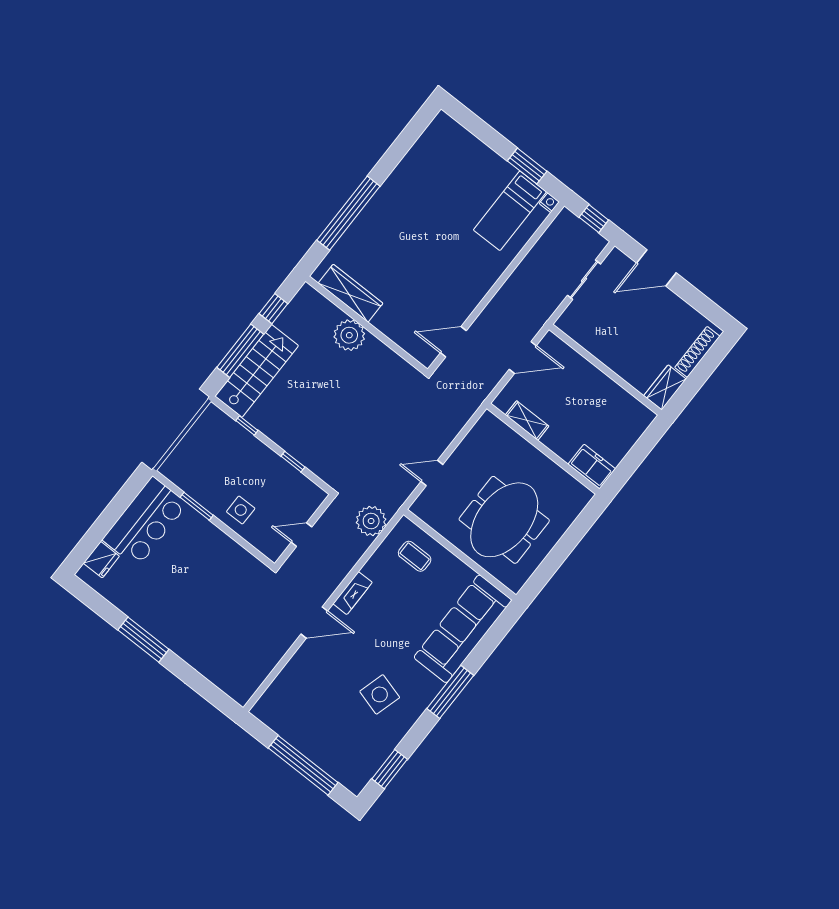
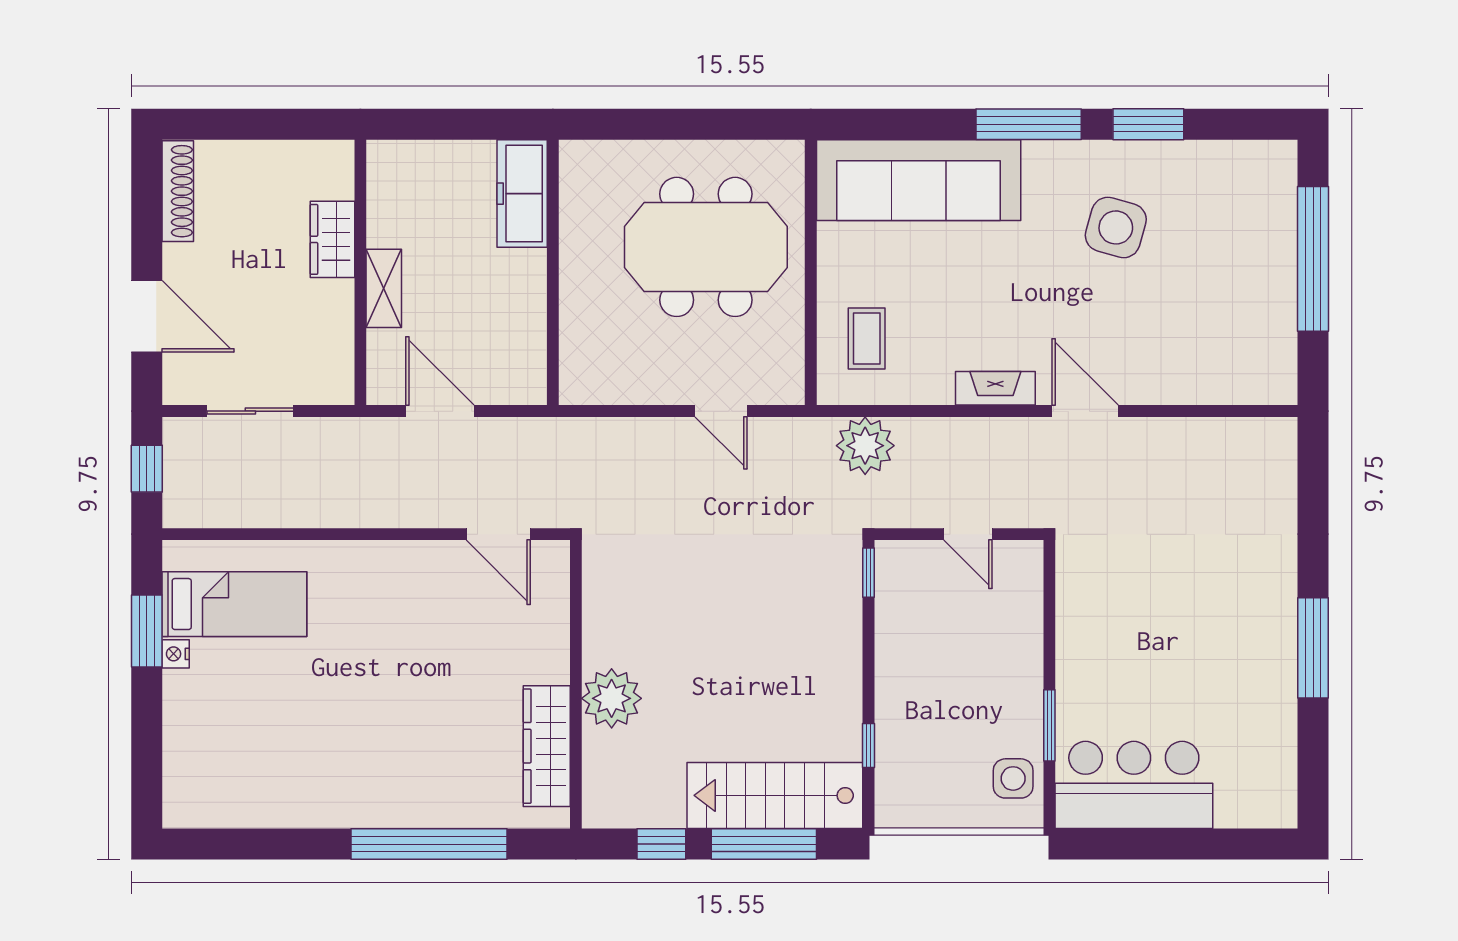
nightstand: (549, 203) -> (176, 654), moved
shoe rack: (697, 352) -> (178, 191), moved, turned -90
wardrobe: (665, 387) -> (333, 239), moved, turned 90
shelving: (527, 421) -> (384, 288), moved
window: (293, 462) -> (868, 573), moved
freezer: (592, 467) -> (522, 194), width x1.40
side table: (241, 510) -> (1013, 778), moved
fridge: (101, 560) -> (1242, 806), removed
window: (390, 769) -> (1148, 124), moved

